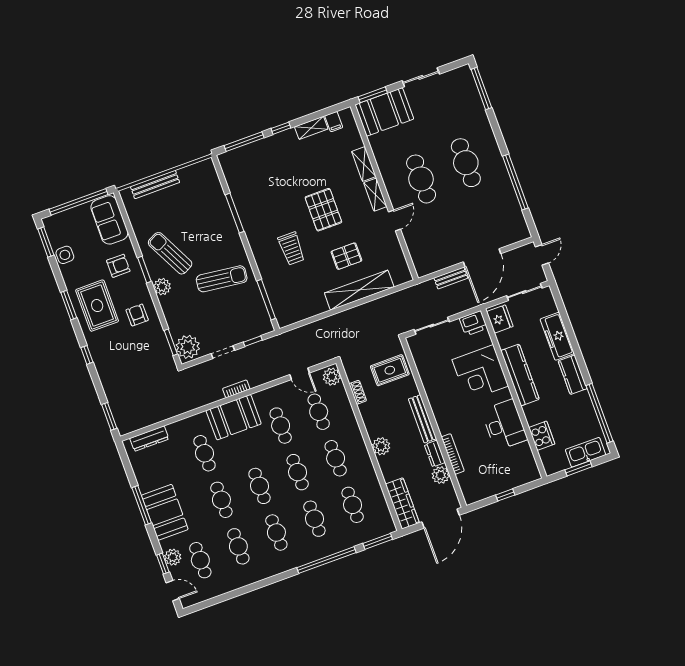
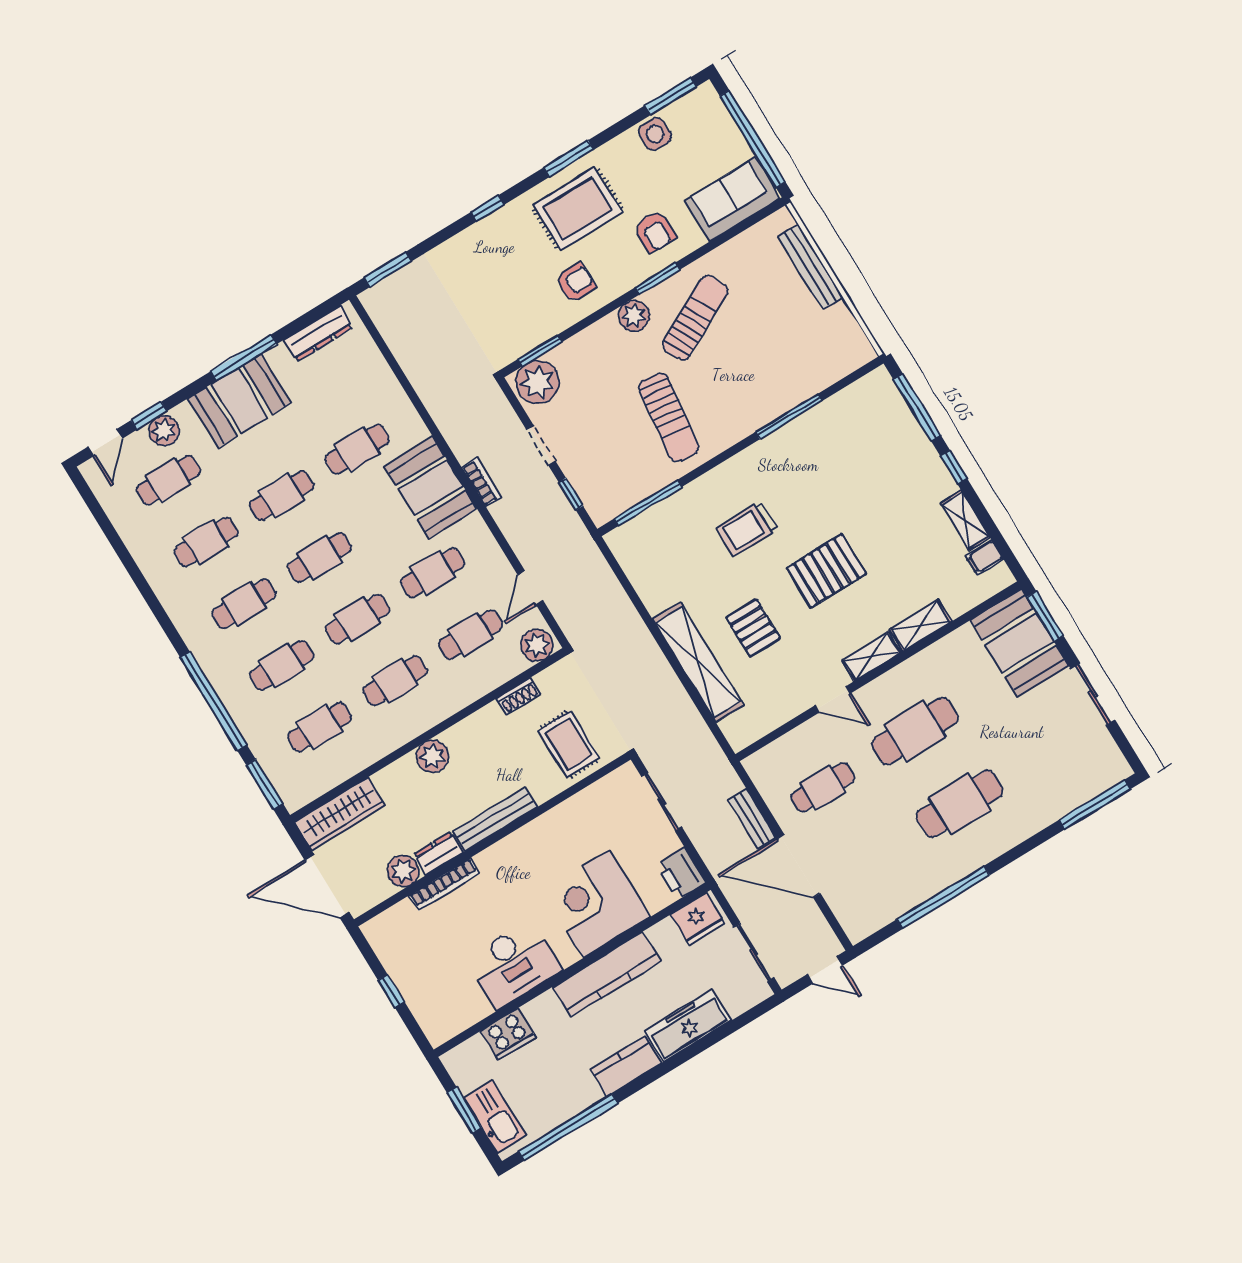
cafe table: (442, 236) -> (823, 787), added
dresser: (149, 439) -> (318, 334), moved, turned -90

